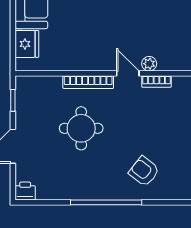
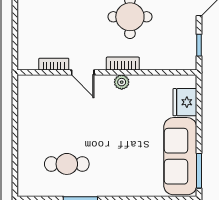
plant: (149, 64) -> (122, 82), moved
bookcase: (88, 82) -> (123, 63), width x0.64

